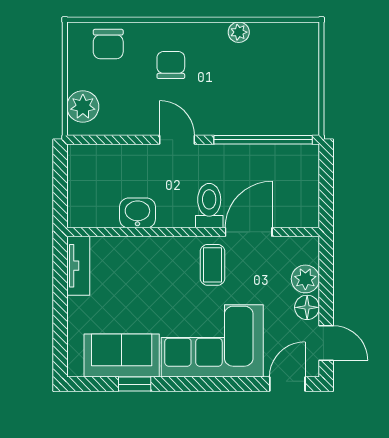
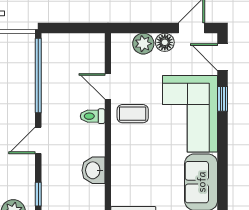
window: (106, 140) -> (38, 194), added
toilet: (209, 206) -> (93, 116), width x0.73, depth x0.72
door: (249, 232) -> (108, 86), width x0.73
window: (135, 384) -> (223, 99), moved

